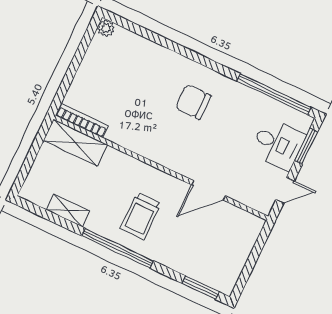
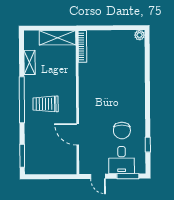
window: (274, 94) -> (148, 145), width x0.32
chair: (193, 102) -> (122, 130), moved, turned 180
shelving: (75, 143) -> (58, 38), moved, turned 90

